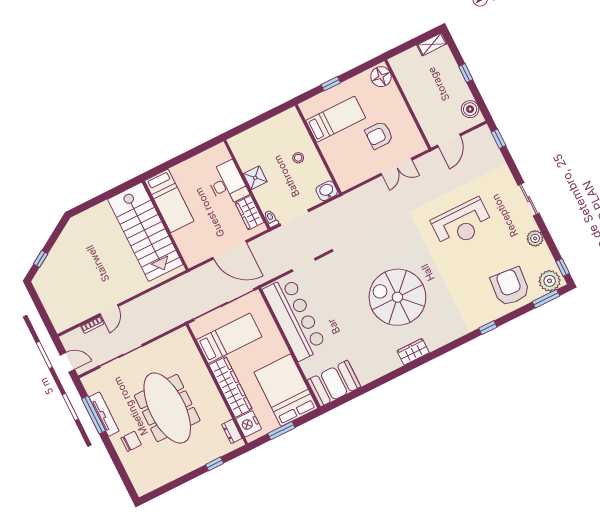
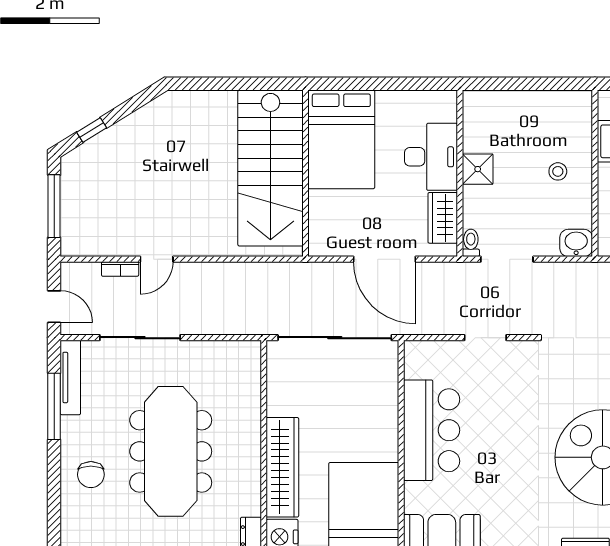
bed: (169, 201) -> (341, 139), width x1.50
window: (41, 309) -> (54, 206), added
bar counter: (295, 318) -> (432, 430), width x0.73
bed: (229, 338) -> (317, 392), removed
tv unit: (104, 414) -> (70, 377), moved
chair: (131, 441) -> (91, 475), turned 90

